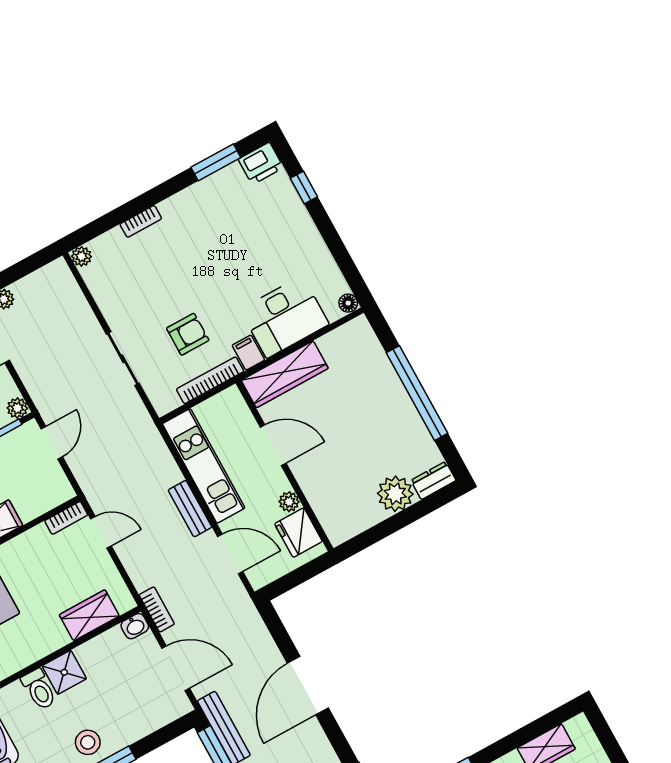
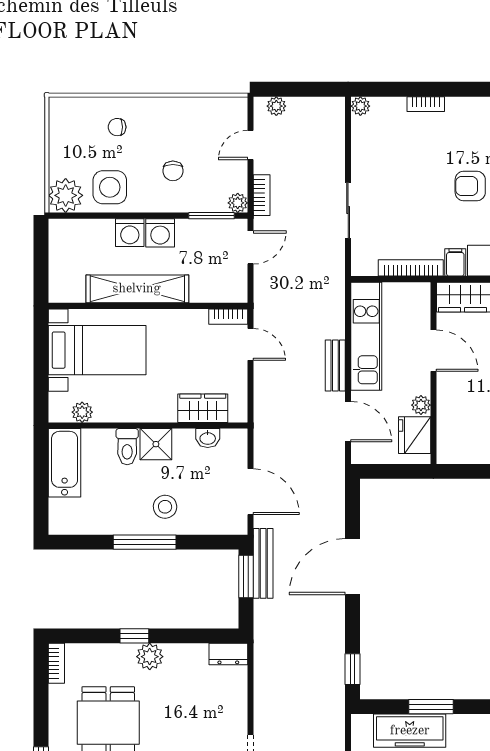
armchair: (188, 334) -> (470, 186), moved, turned 180
bookcase: (157, 609) -> (262, 195), moved
washbasin: (135, 626) -> (208, 438), moved
stool: (88, 742) -> (165, 507), moved

